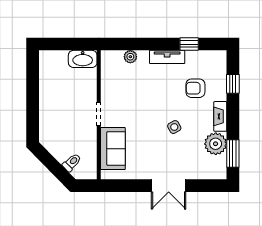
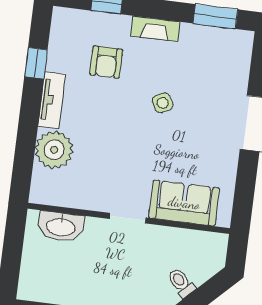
plant: (130, 57) -> (54, 150), width x1.88, depth x1.88
washbasin: (83, 59) -> (61, 227), moved, turned 90
plant: (216, 144) -> (197, 42), removed
toilet: (72, 162) -> (181, 283), moved

